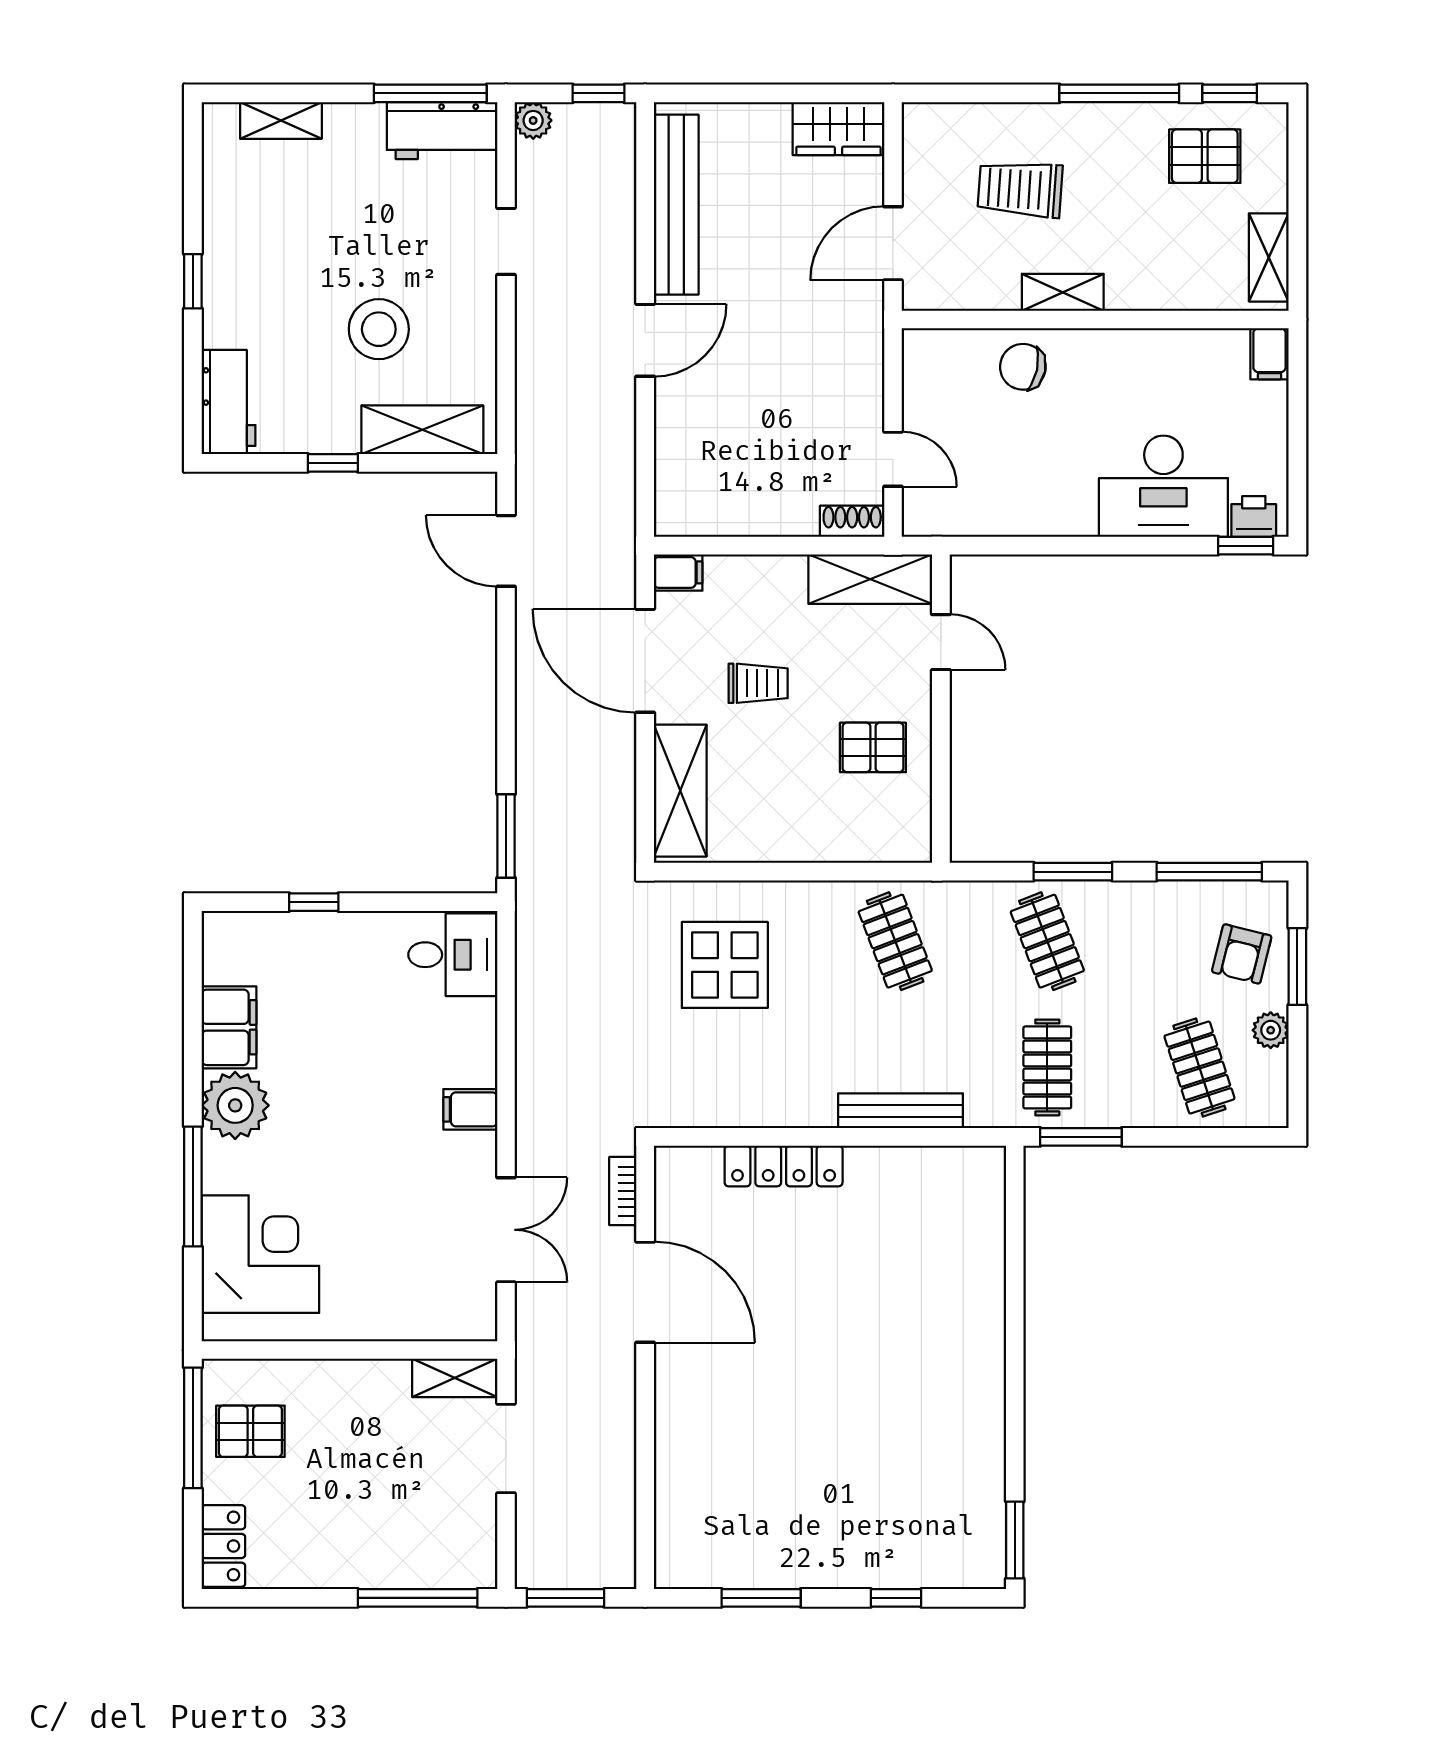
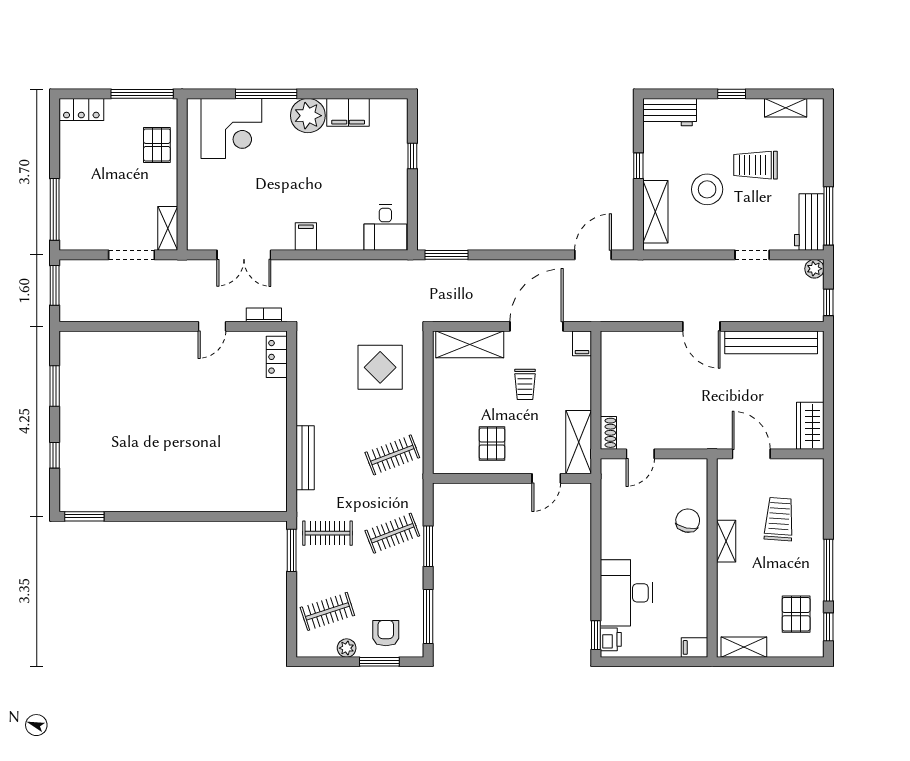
shelving: (281, 120) -> (786, 108), moved, turned 90
trolley: (332, 235) -> (755, 165), added
armchair: (1242, 954) -> (386, 633), turned 76
locker: (784, 1166) -> (277, 357), moved, width x0.66
door: (645, 1292) -> (212, 326), width x0.53
pallet: (250, 1431) -> (157, 145), moved

